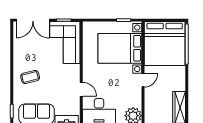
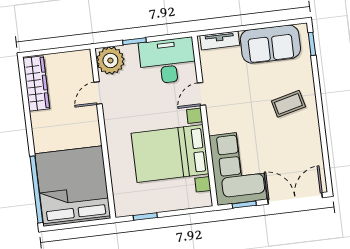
bed with nightstands: (120, 48) -> (170, 154), moved, turned 180
door: (143, 80) -> (98, 93), moved
door: (81, 89) -> (201, 94), hinge flipped

